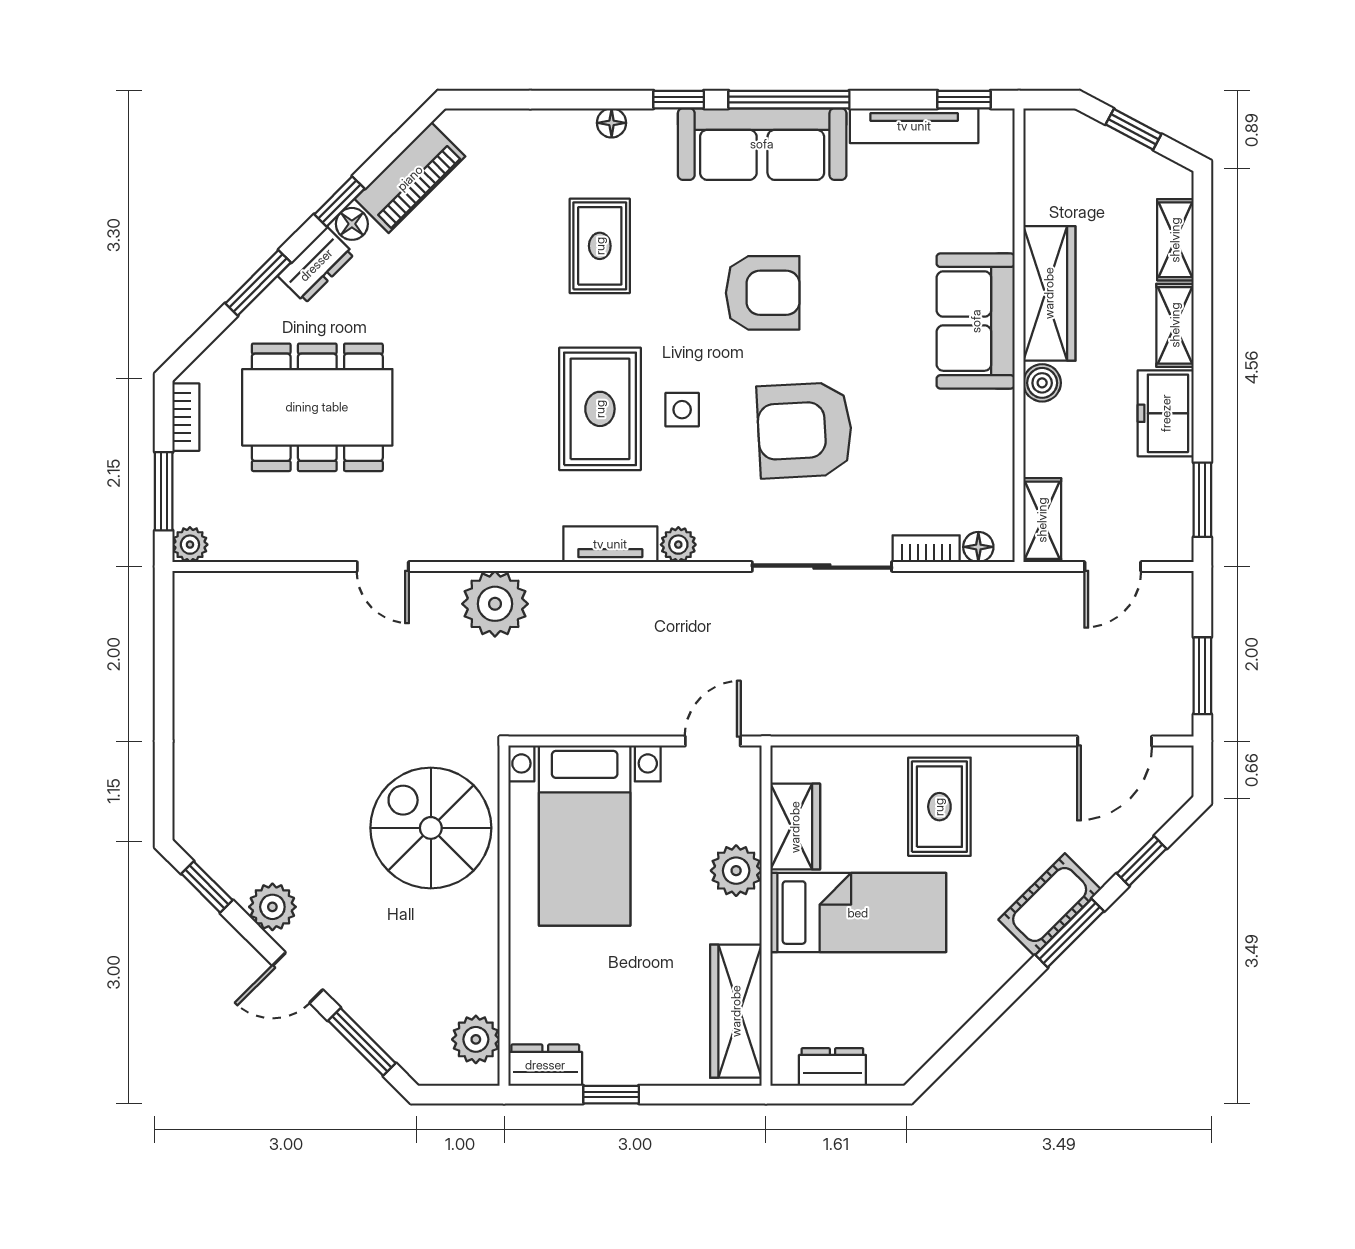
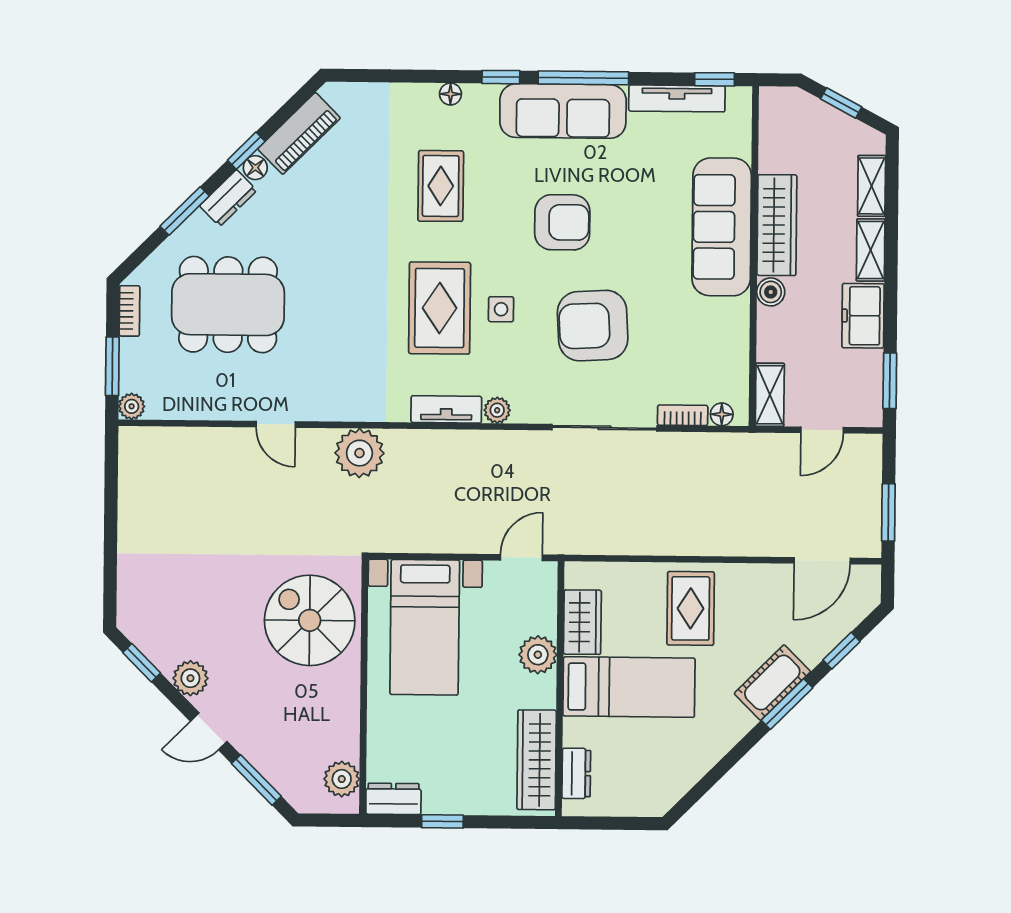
sofa: (976, 321) -> (722, 227), width x1.36
dresser: (832, 1067) -> (576, 773), moved, turned 90

